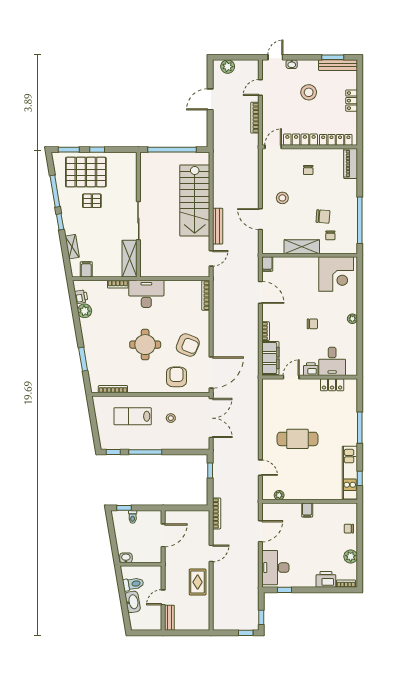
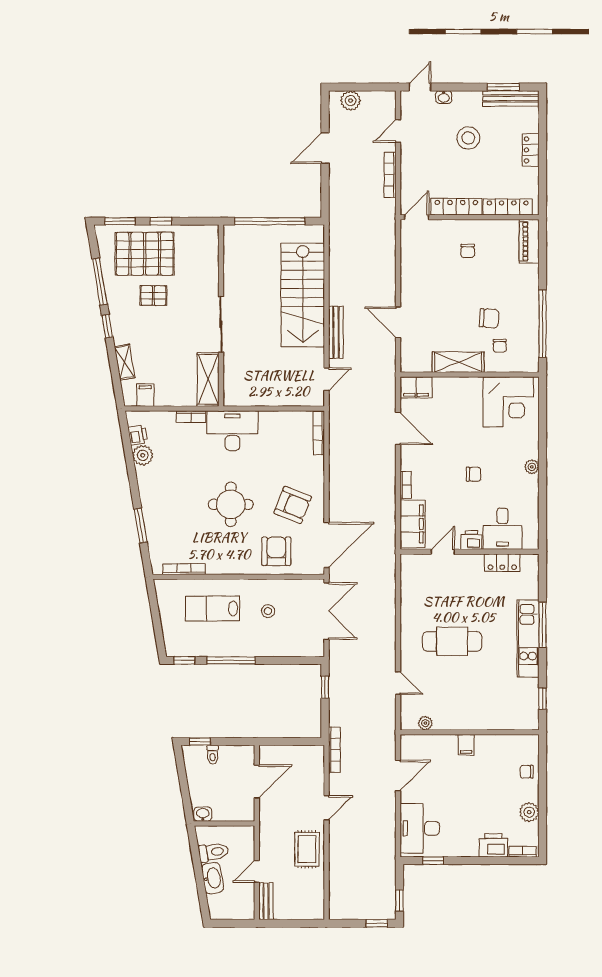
stool: (282, 198) -> (430, 291), removed
filing cabinet: (267, 264) -> (416, 387), width x2.00
kitchen unit: (350, 473) -> (528, 638), moved

